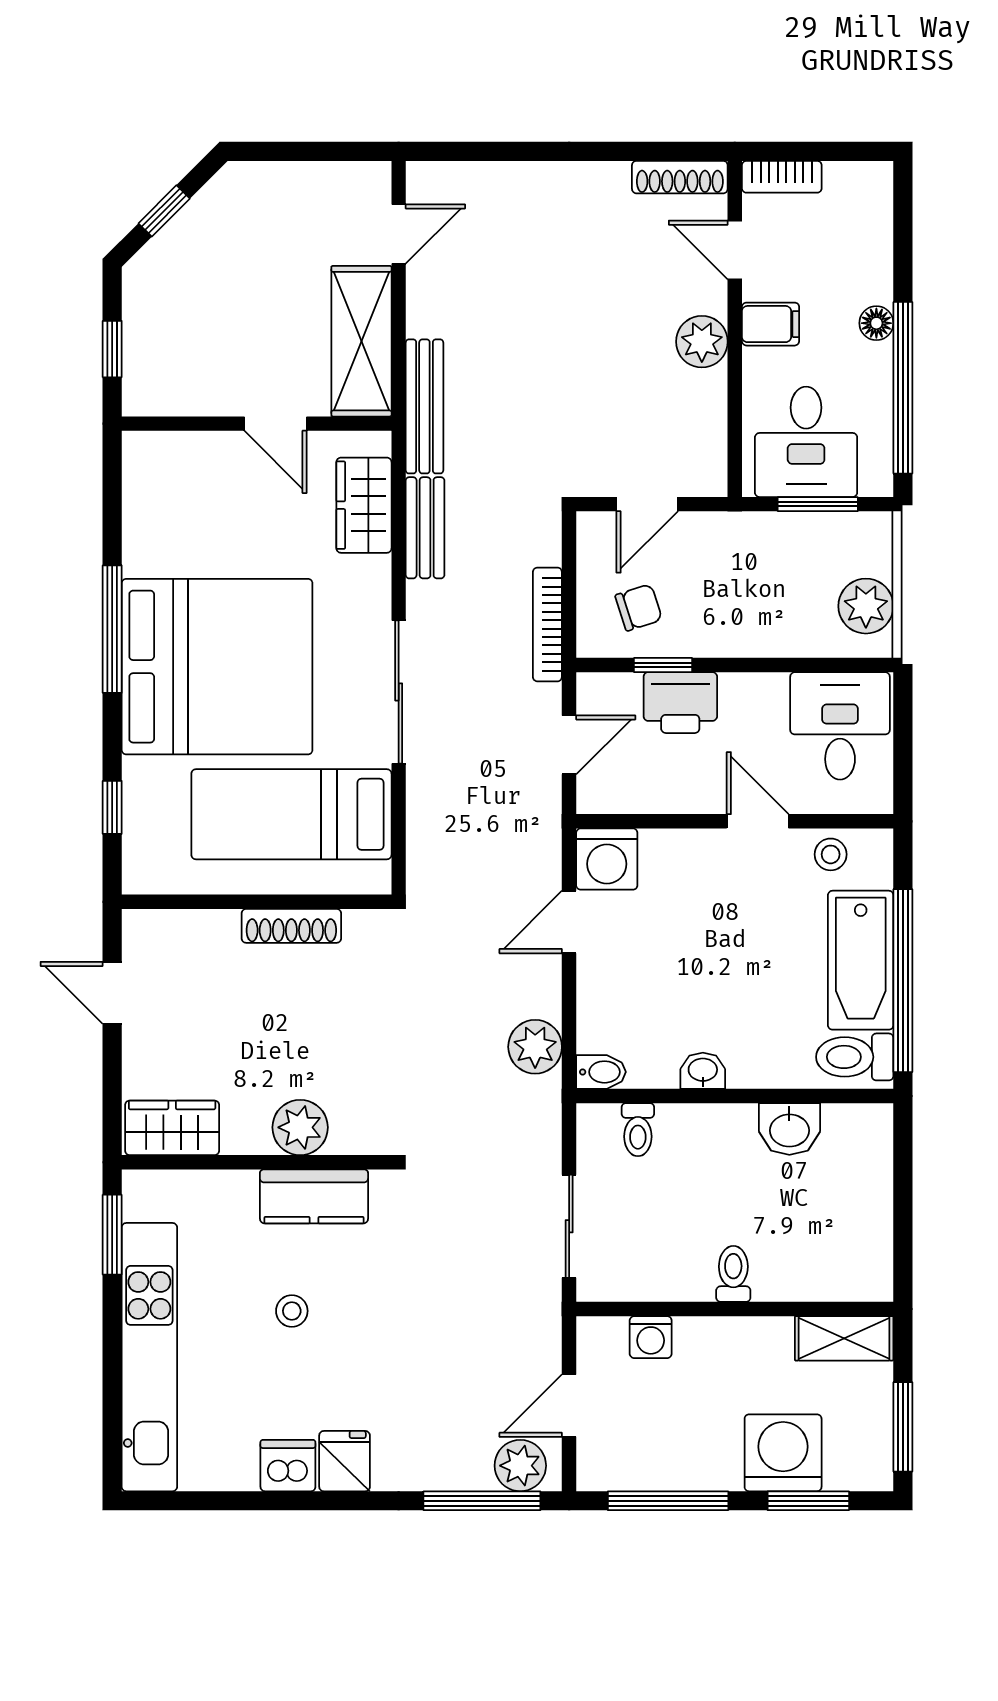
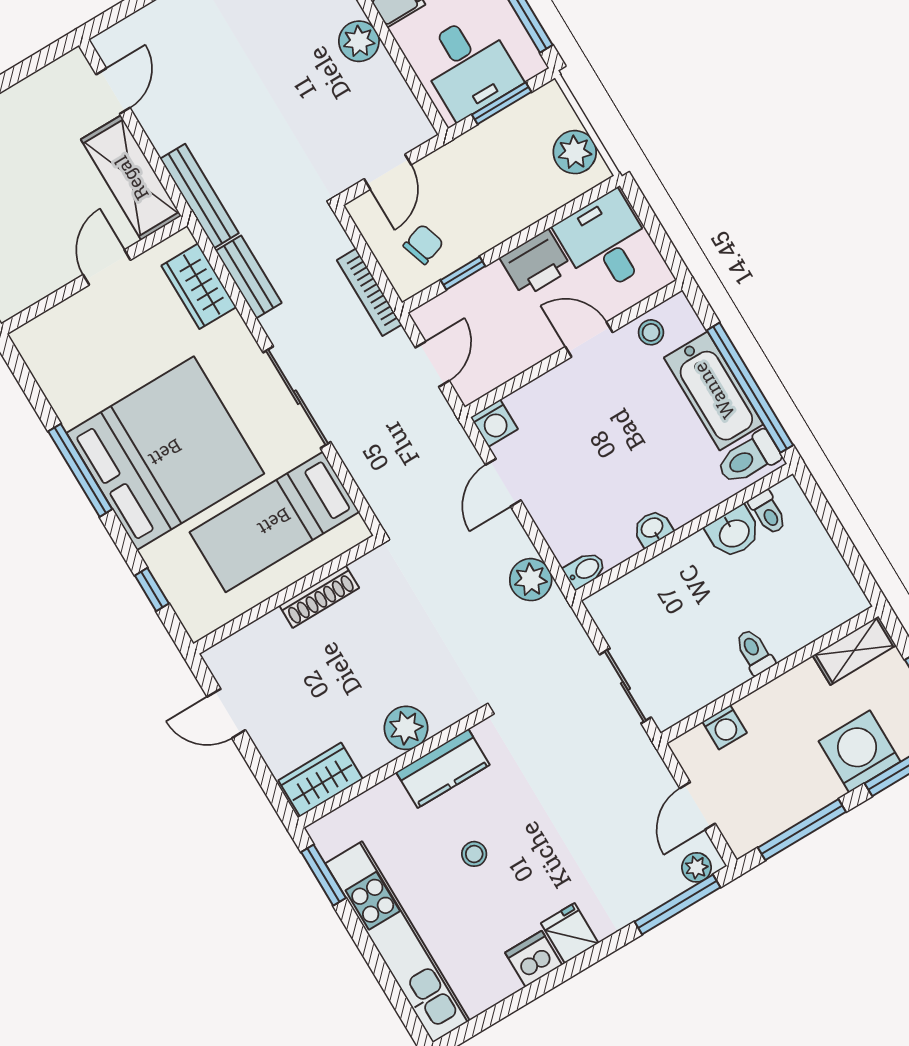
door: (275, 424) -> (107, 267), swing flipped
printer: (680, 703) -> (536, 263), moved
washing machine: (607, 859) -> (494, 423), width x0.73, depth x0.73
toilet: (638, 1130) -> (768, 512), moved
plant: (520, 1466) -> (696, 867), width x0.73, depth x0.73

